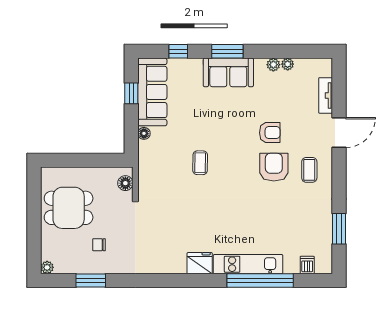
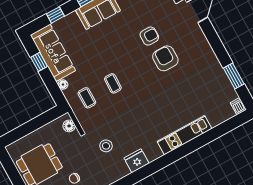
coffee table: (309, 170) -> (87, 98), moved
stool: (154, 228) -> (106, 146), added
fridge: (200, 263) -> (136, 161), moved
dishwasher: (307, 265) -> (238, 106), moved
window: (260, 281) -> (199, 142), removed

